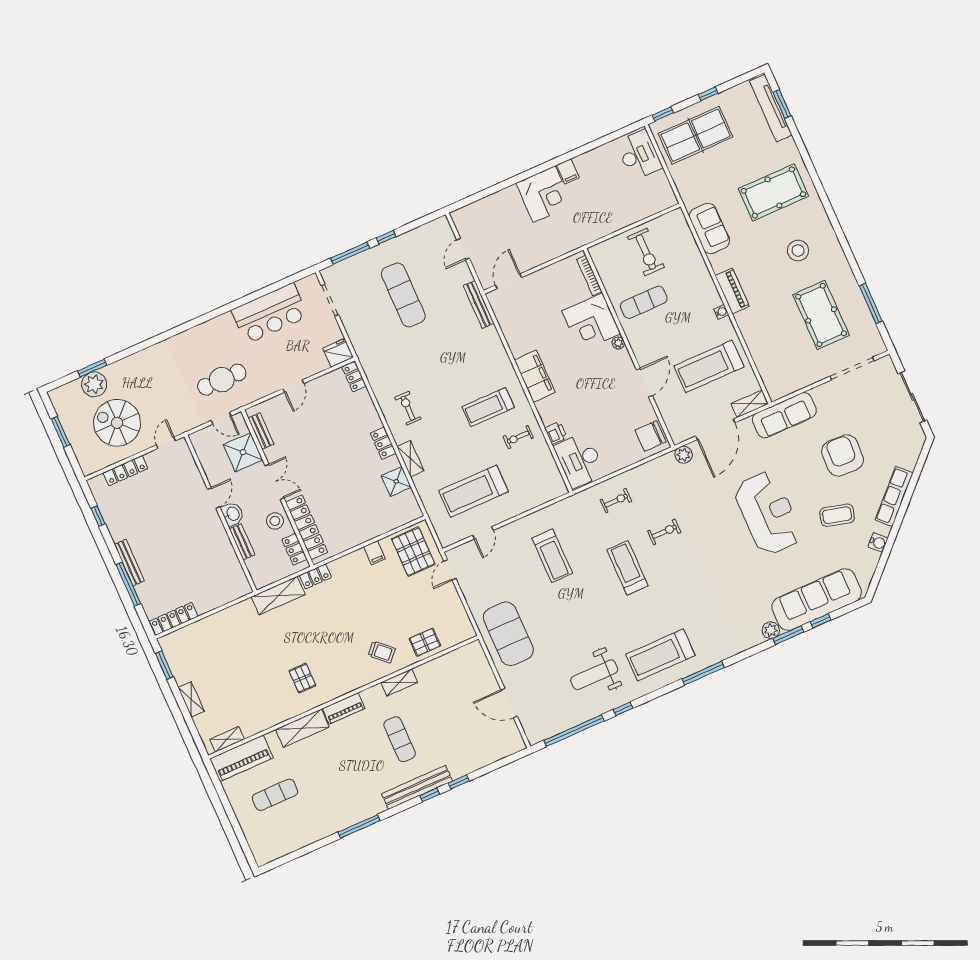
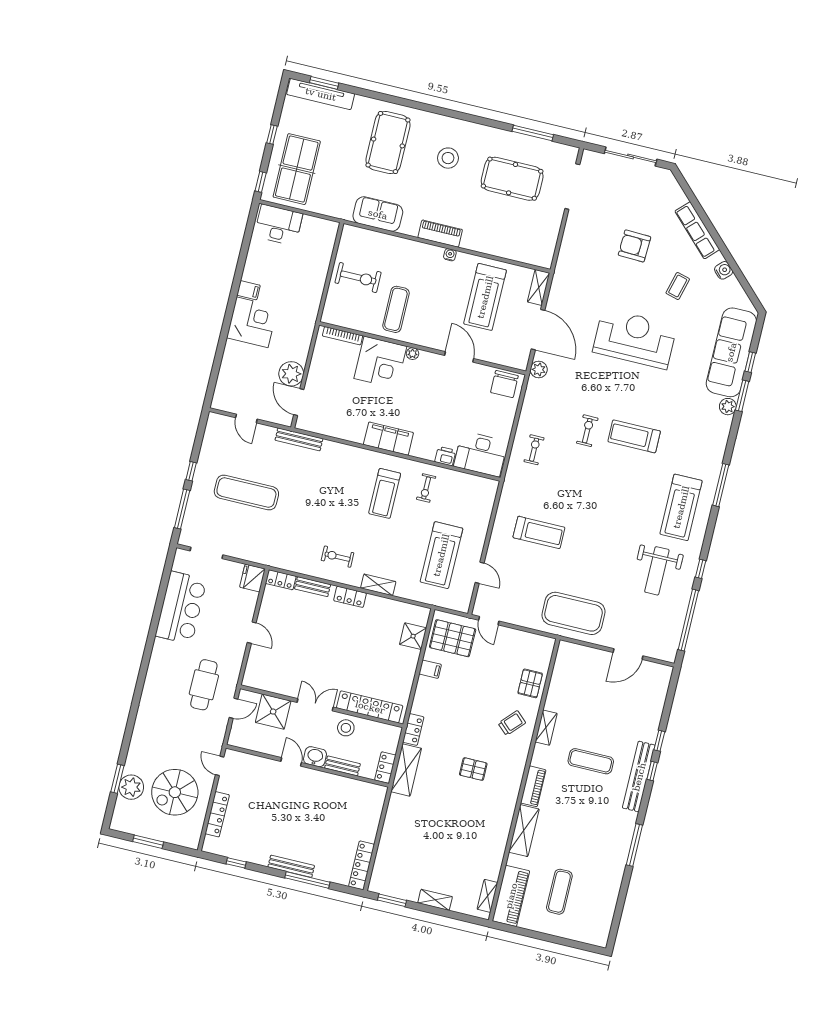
plant: (527, 258) -> (291, 374), added
sofa: (784, 415) -> (568, 267), removed
bench: (261, 431) -> (313, 587), moved
armchair: (843, 455) -> (634, 246), width x0.73, depth x0.73
shower: (396, 481) -> (413, 636), moved
coffee table: (837, 515) -> (678, 286), width x0.73, depth x0.77
locker: (294, 549) -> (385, 768), moved, turned 90
treadmill: (627, 568) -> (634, 436), moved
pallet: (302, 678) -> (473, 769), moved

